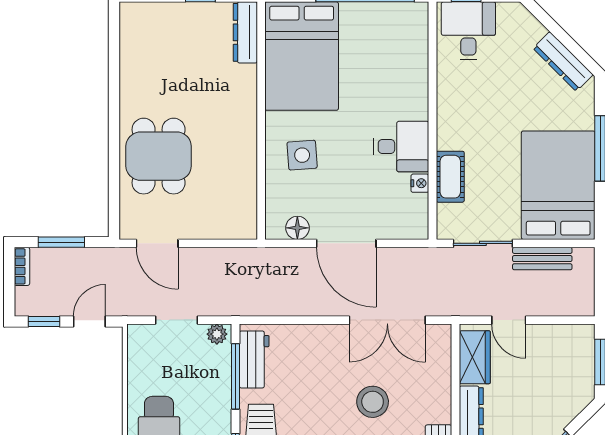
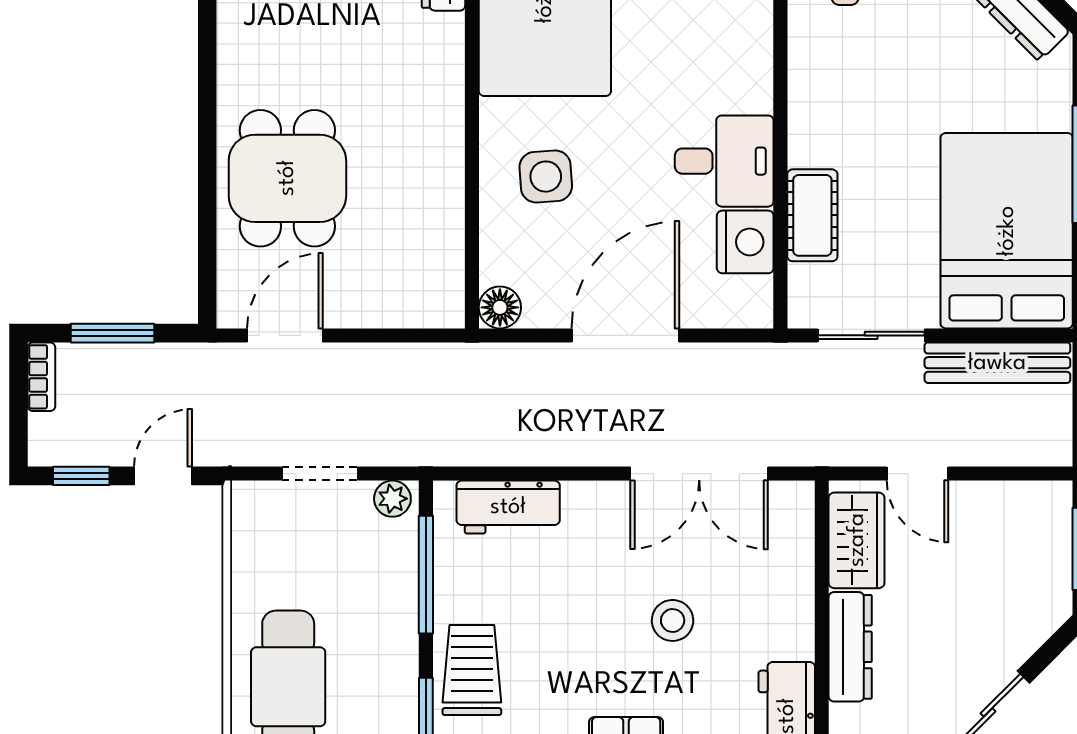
nightstand: (420, 183) -> (745, 242), width x1.89, depth x1.79
floor lamp: (297, 228) -> (500, 307), moved
door: (157, 243) -> (285, 335), swing flipped
door: (346, 243) -> (625, 335), swing flipped
bench: (542, 259) -> (997, 363), width x1.36
workbench: (254, 359) -> (508, 507), moved, turned 90
stool: (373, 402) -> (673, 620), width x0.73, depth x0.73

